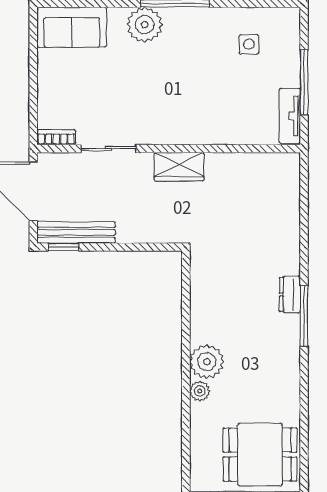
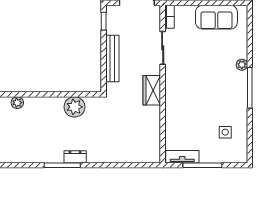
plant: (145, 25) -> (242, 65), width x0.53, depth x0.53
sofa: (72, 27) -> (216, 17), moved, turned -90
bench: (76, 232) -> (112, 59), moved
plant: (207, 362) -> (74, 107), moved

